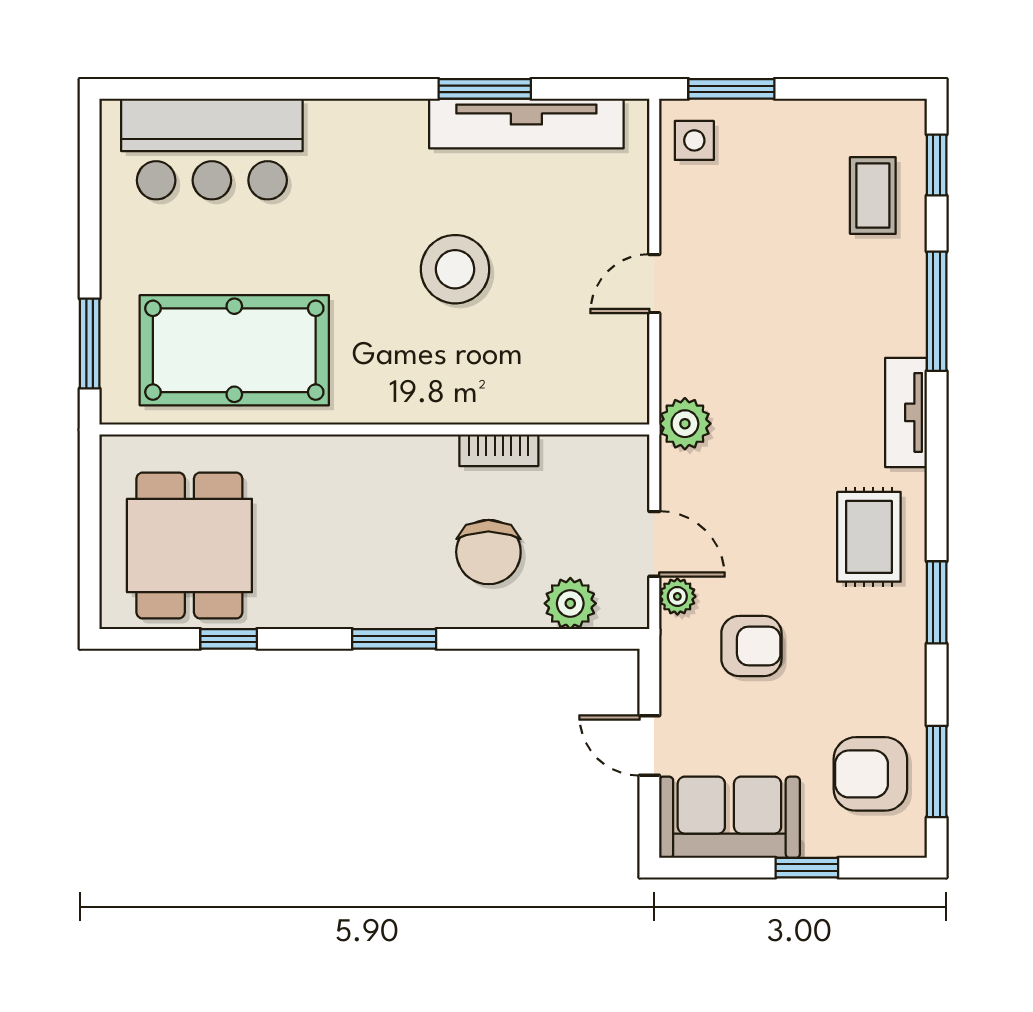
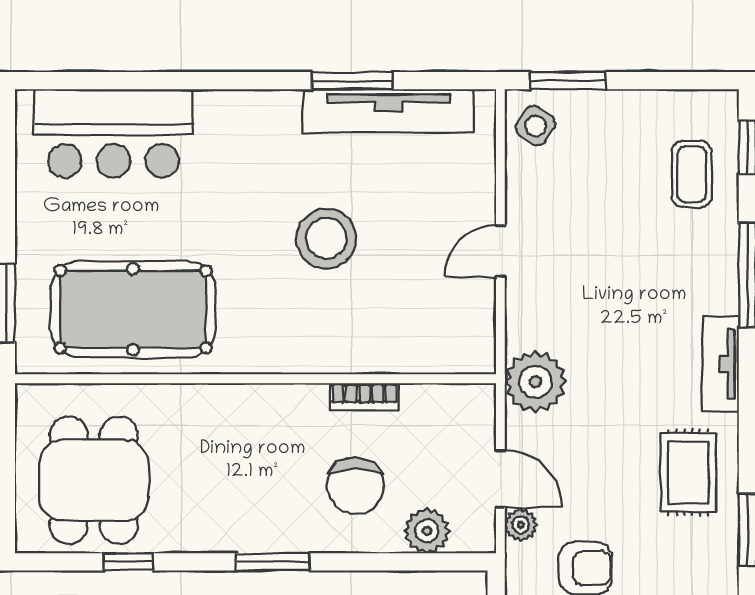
side table: (694, 140) -> (535, 126), turned 35
plant: (685, 424) -> (535, 382), width x1.36, depth x1.36

